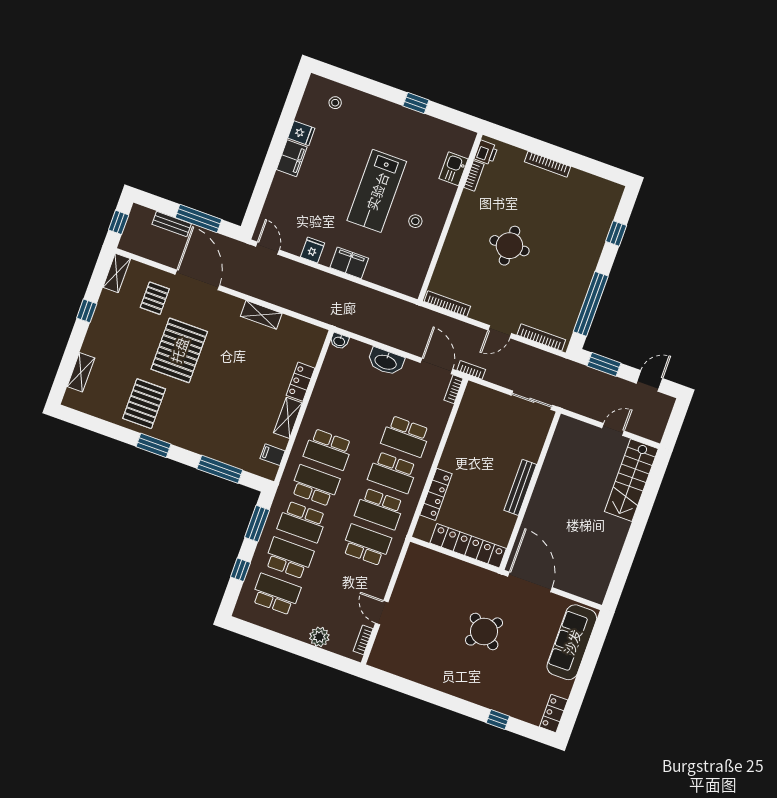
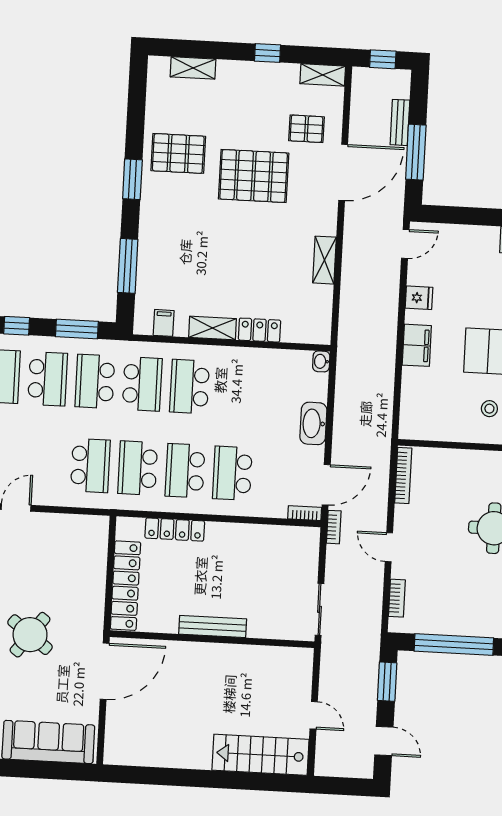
bookcase: (541, 337) -> (397, 598), width x0.64

